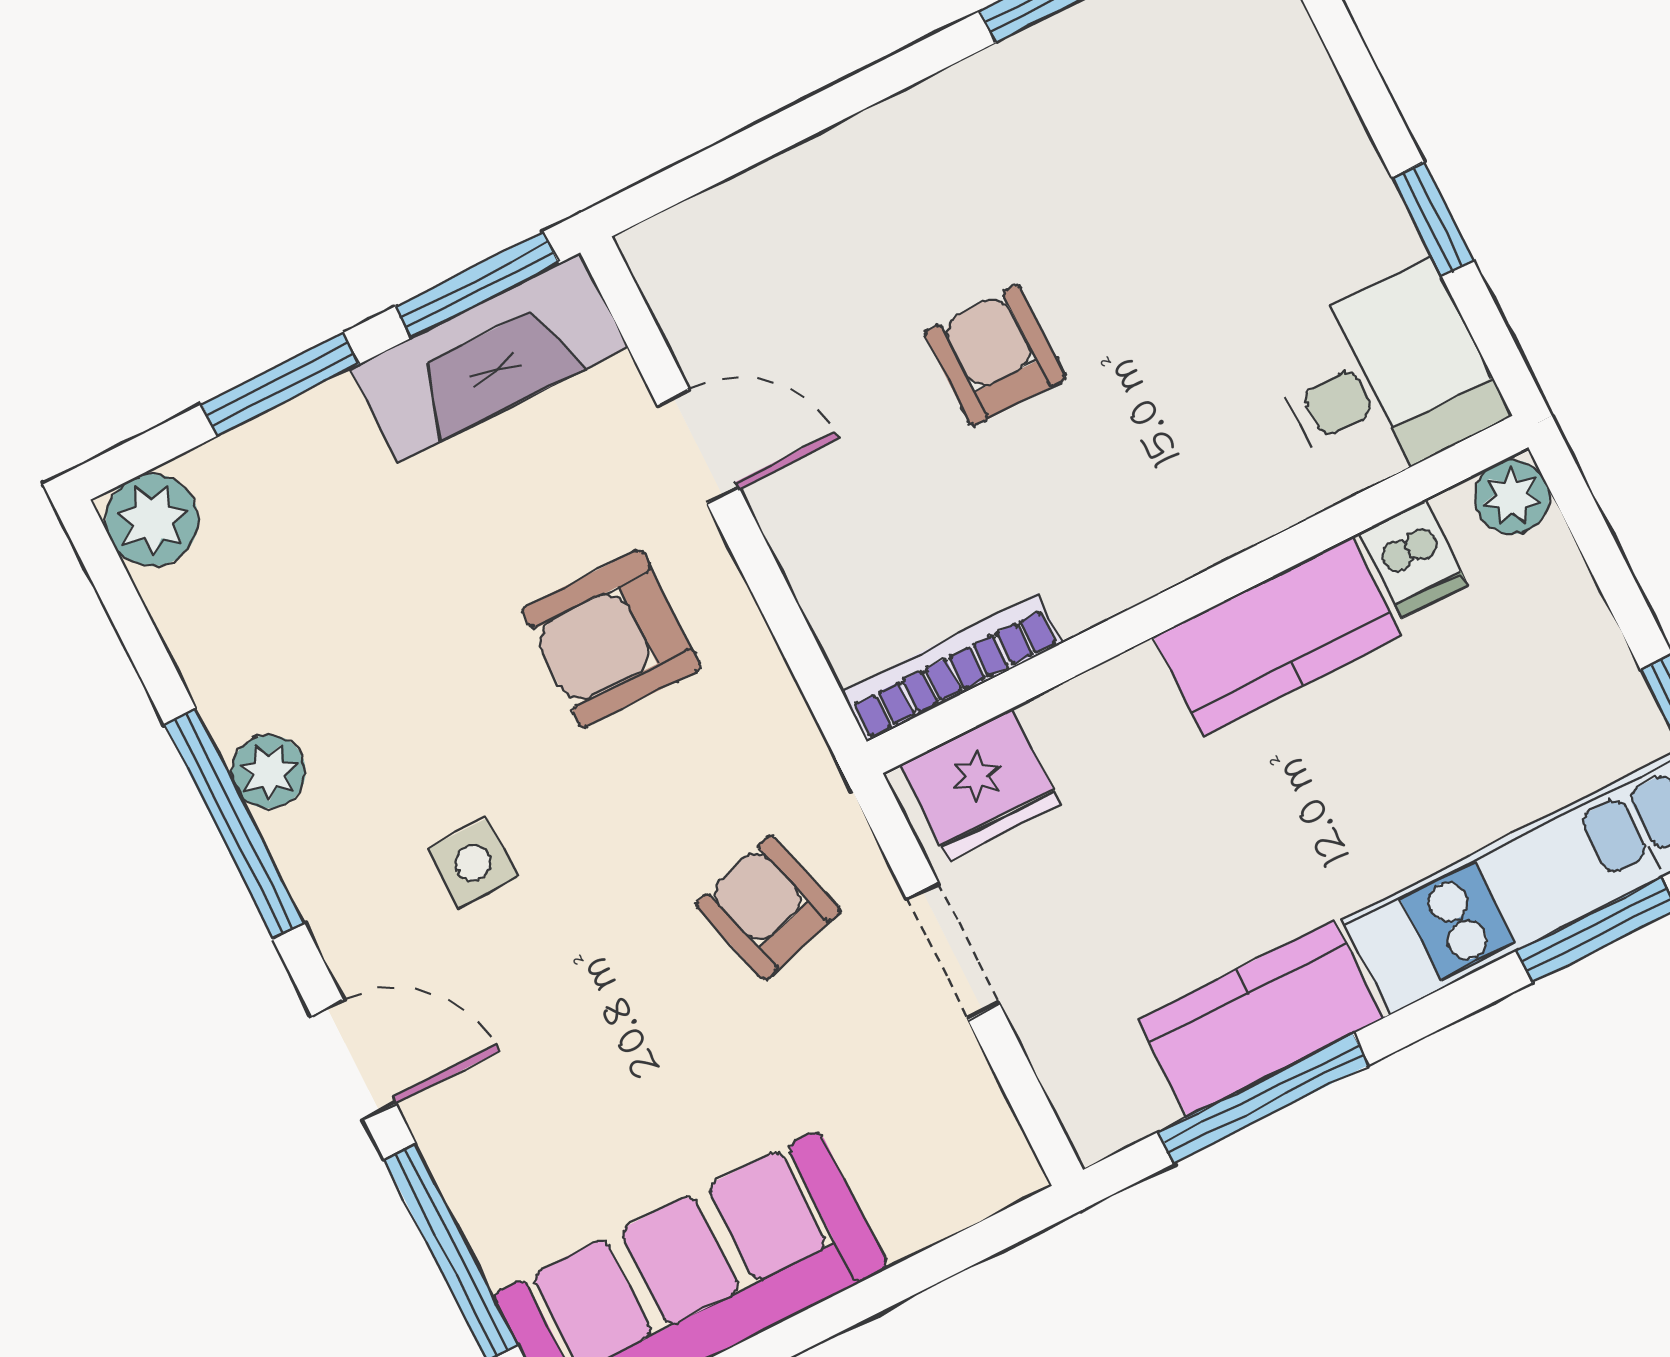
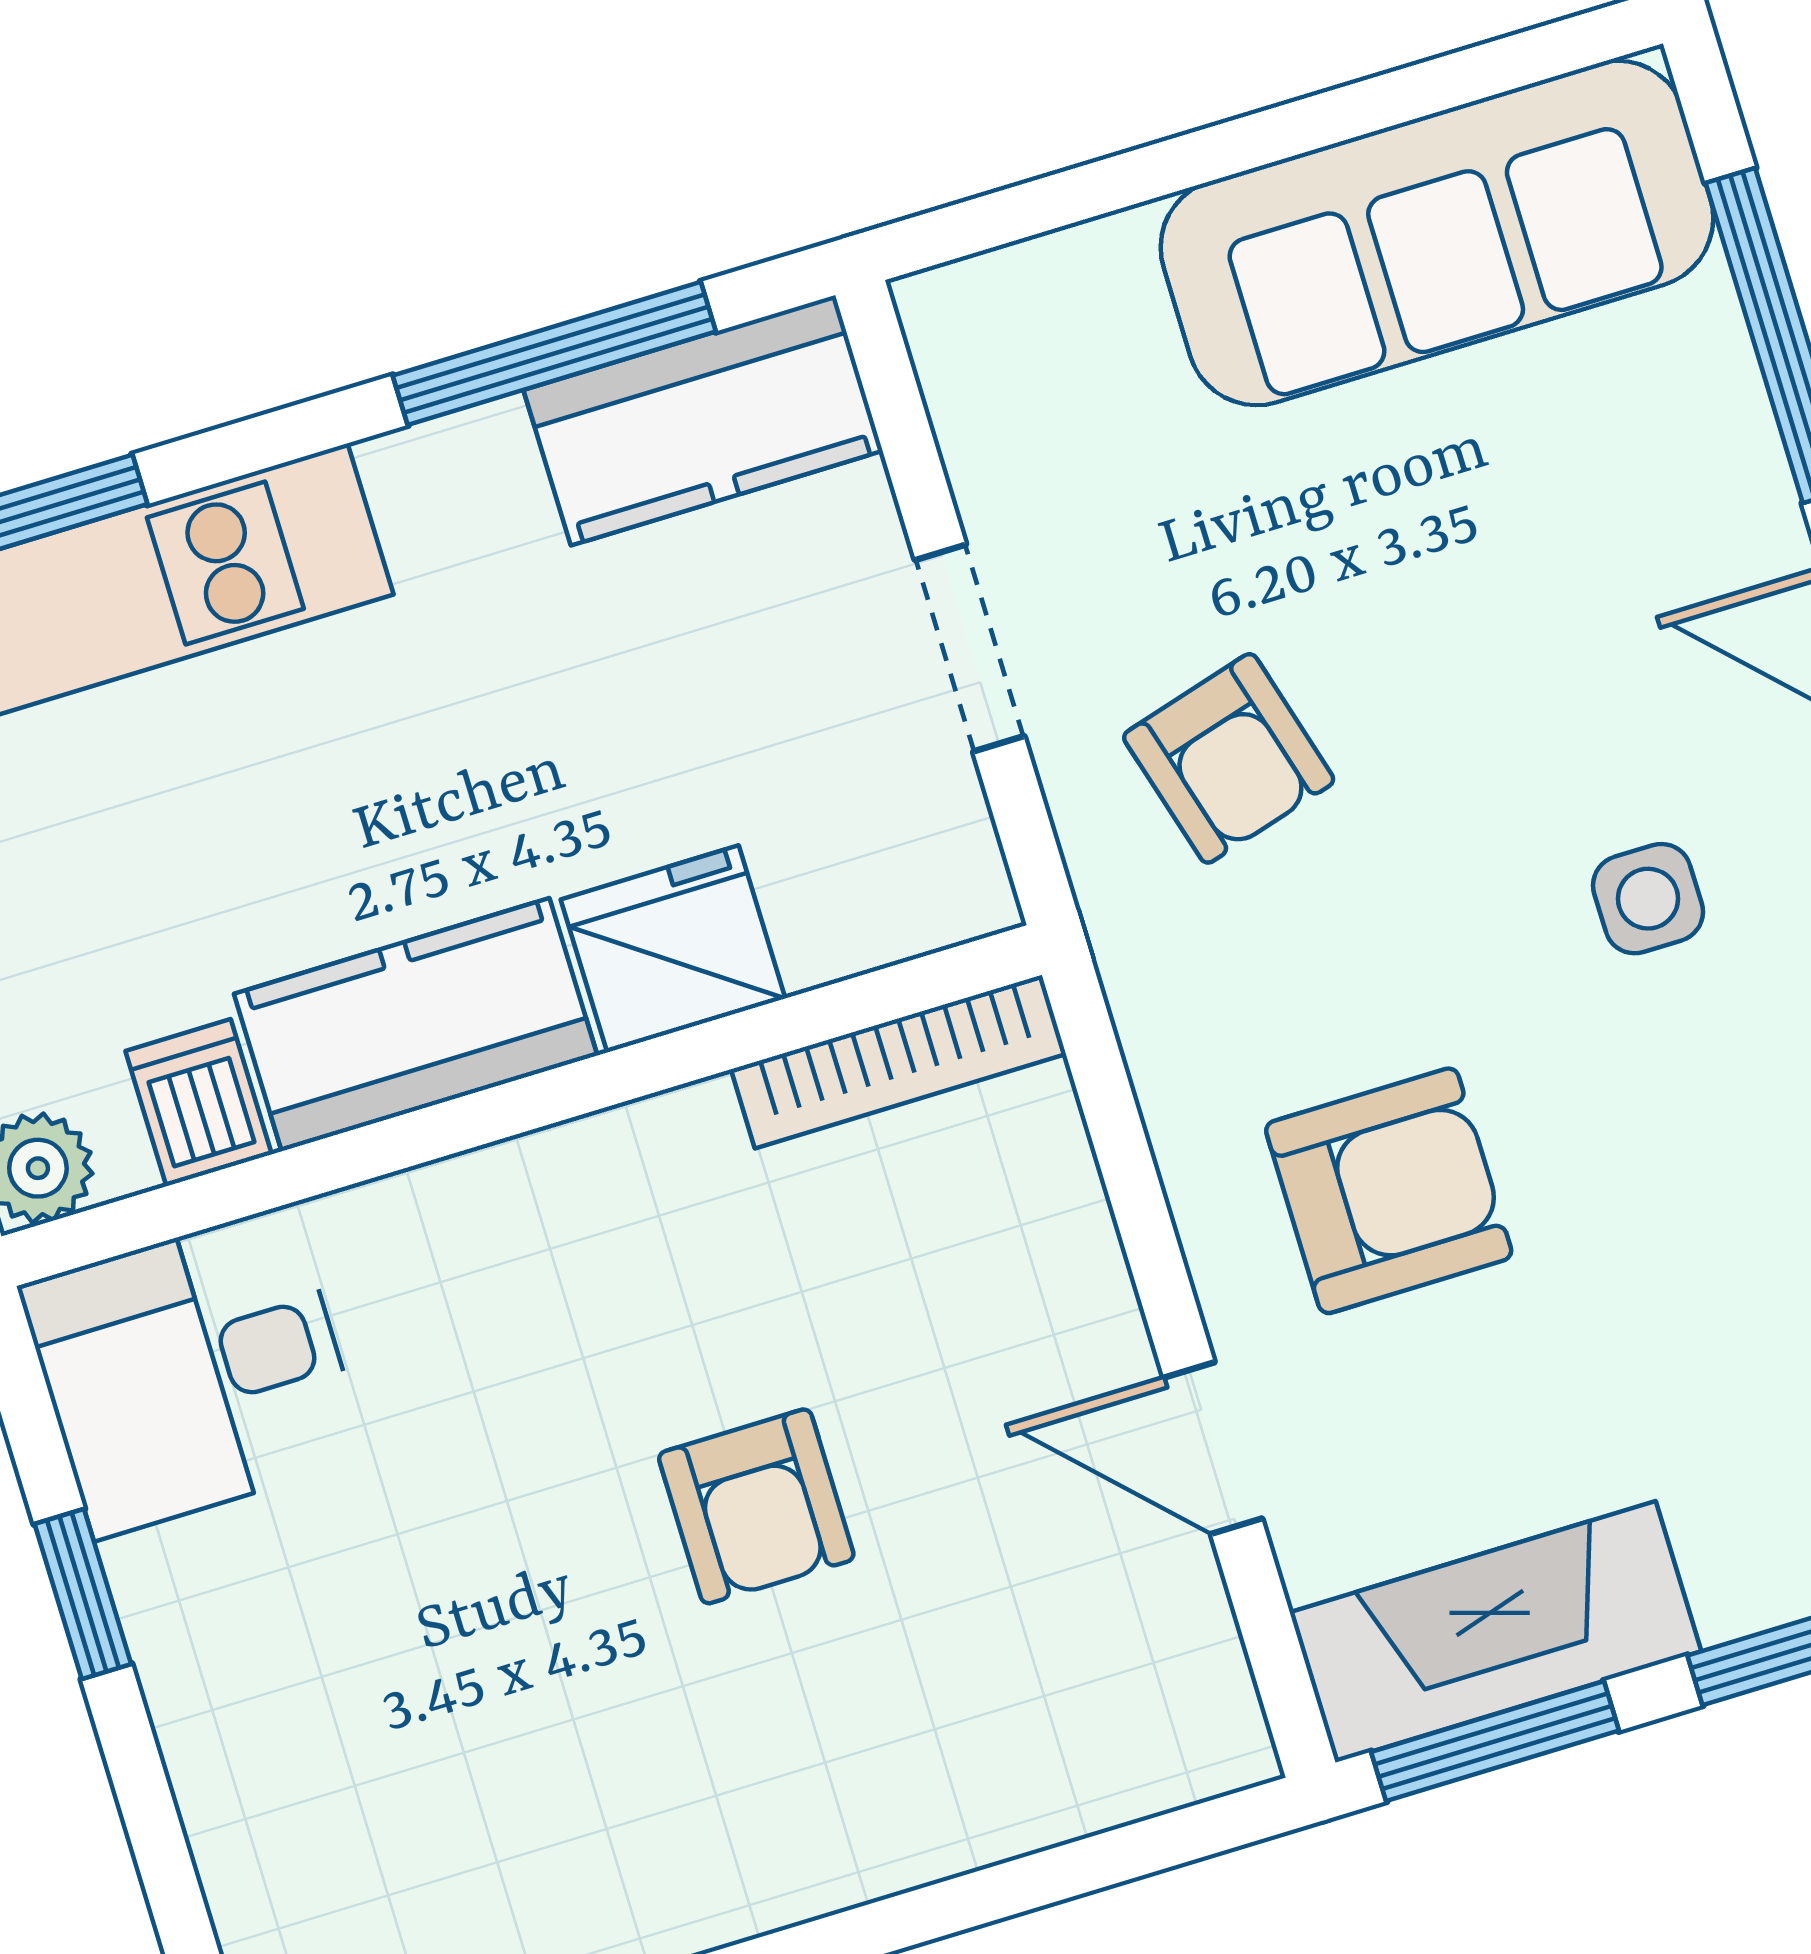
fridge: (980, 785) -> (673, 949), moved
kitchen counter: (1261, 1019) -> (703, 420), moved

